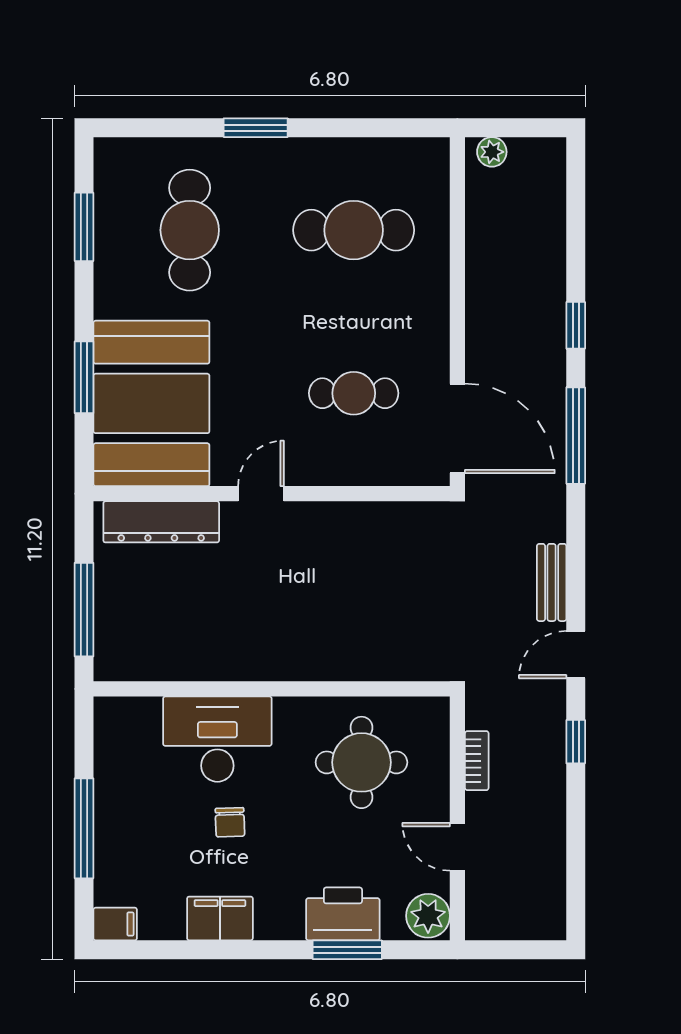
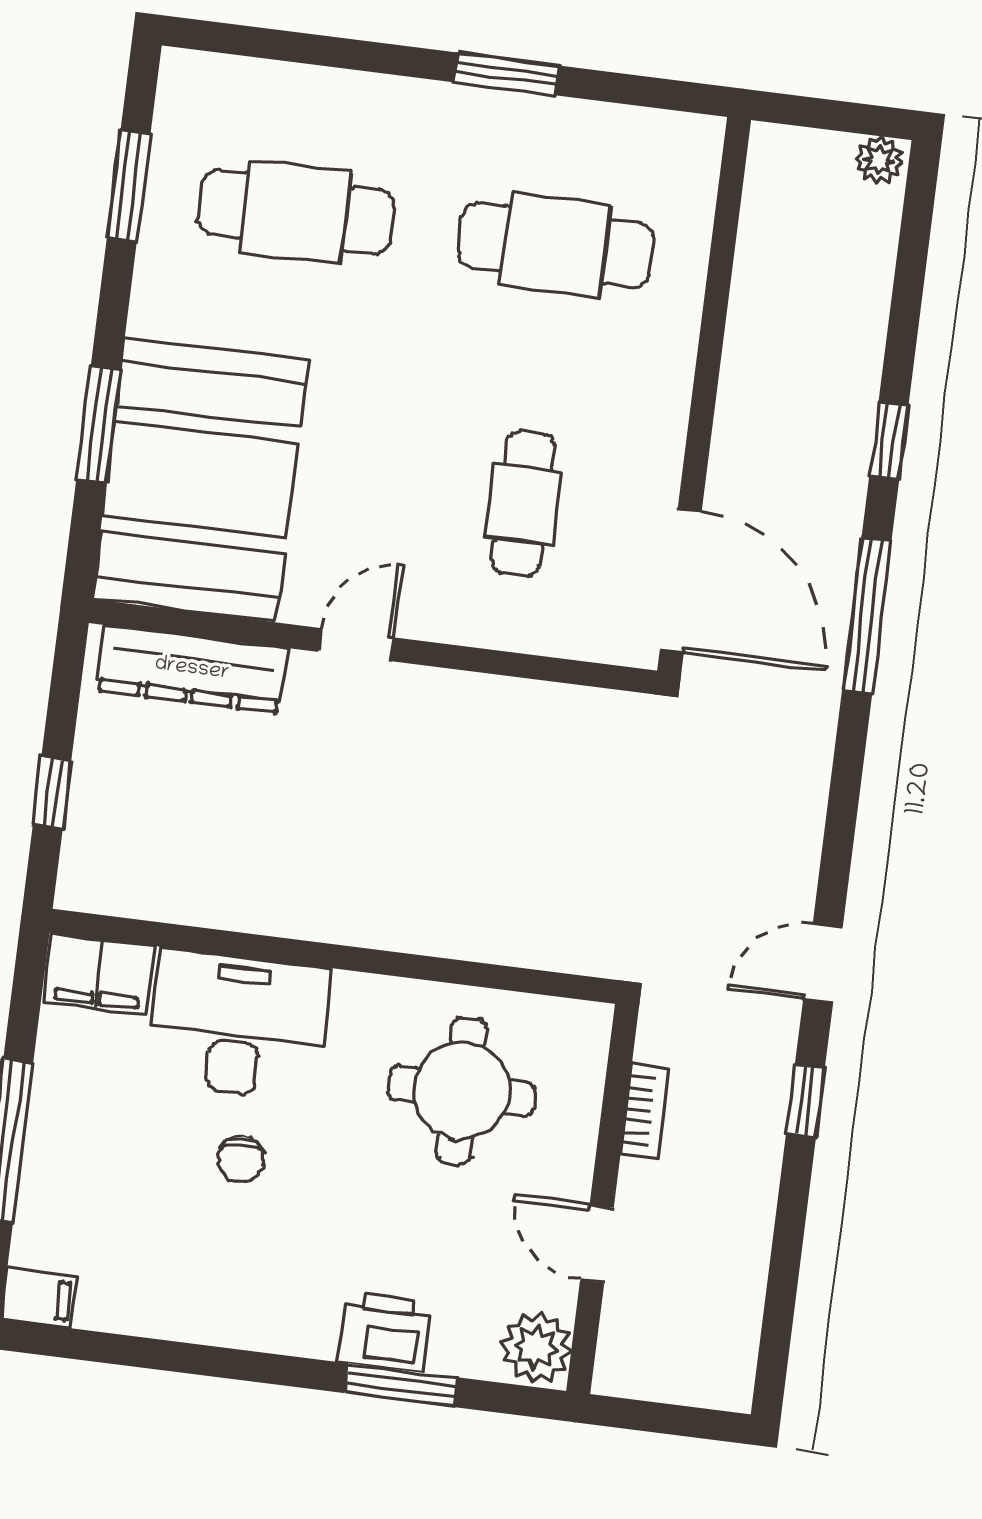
window: (256, 128) -> (507, 74), moved
plant: (492, 152) -> (879, 160), moved
cafe table: (190, 230) -> (296, 212), turned 90
cafe table: (354, 393) -> (523, 504), turned 90
bench: (552, 582) -> (799, 844), removed
window: (84, 610) -> (52, 793), width x0.46
printer: (343, 914) -> (385, 1332), width x0.73, depth x0.84
filing cabinet: (220, 918) -> (99, 974), moved, turned 180

